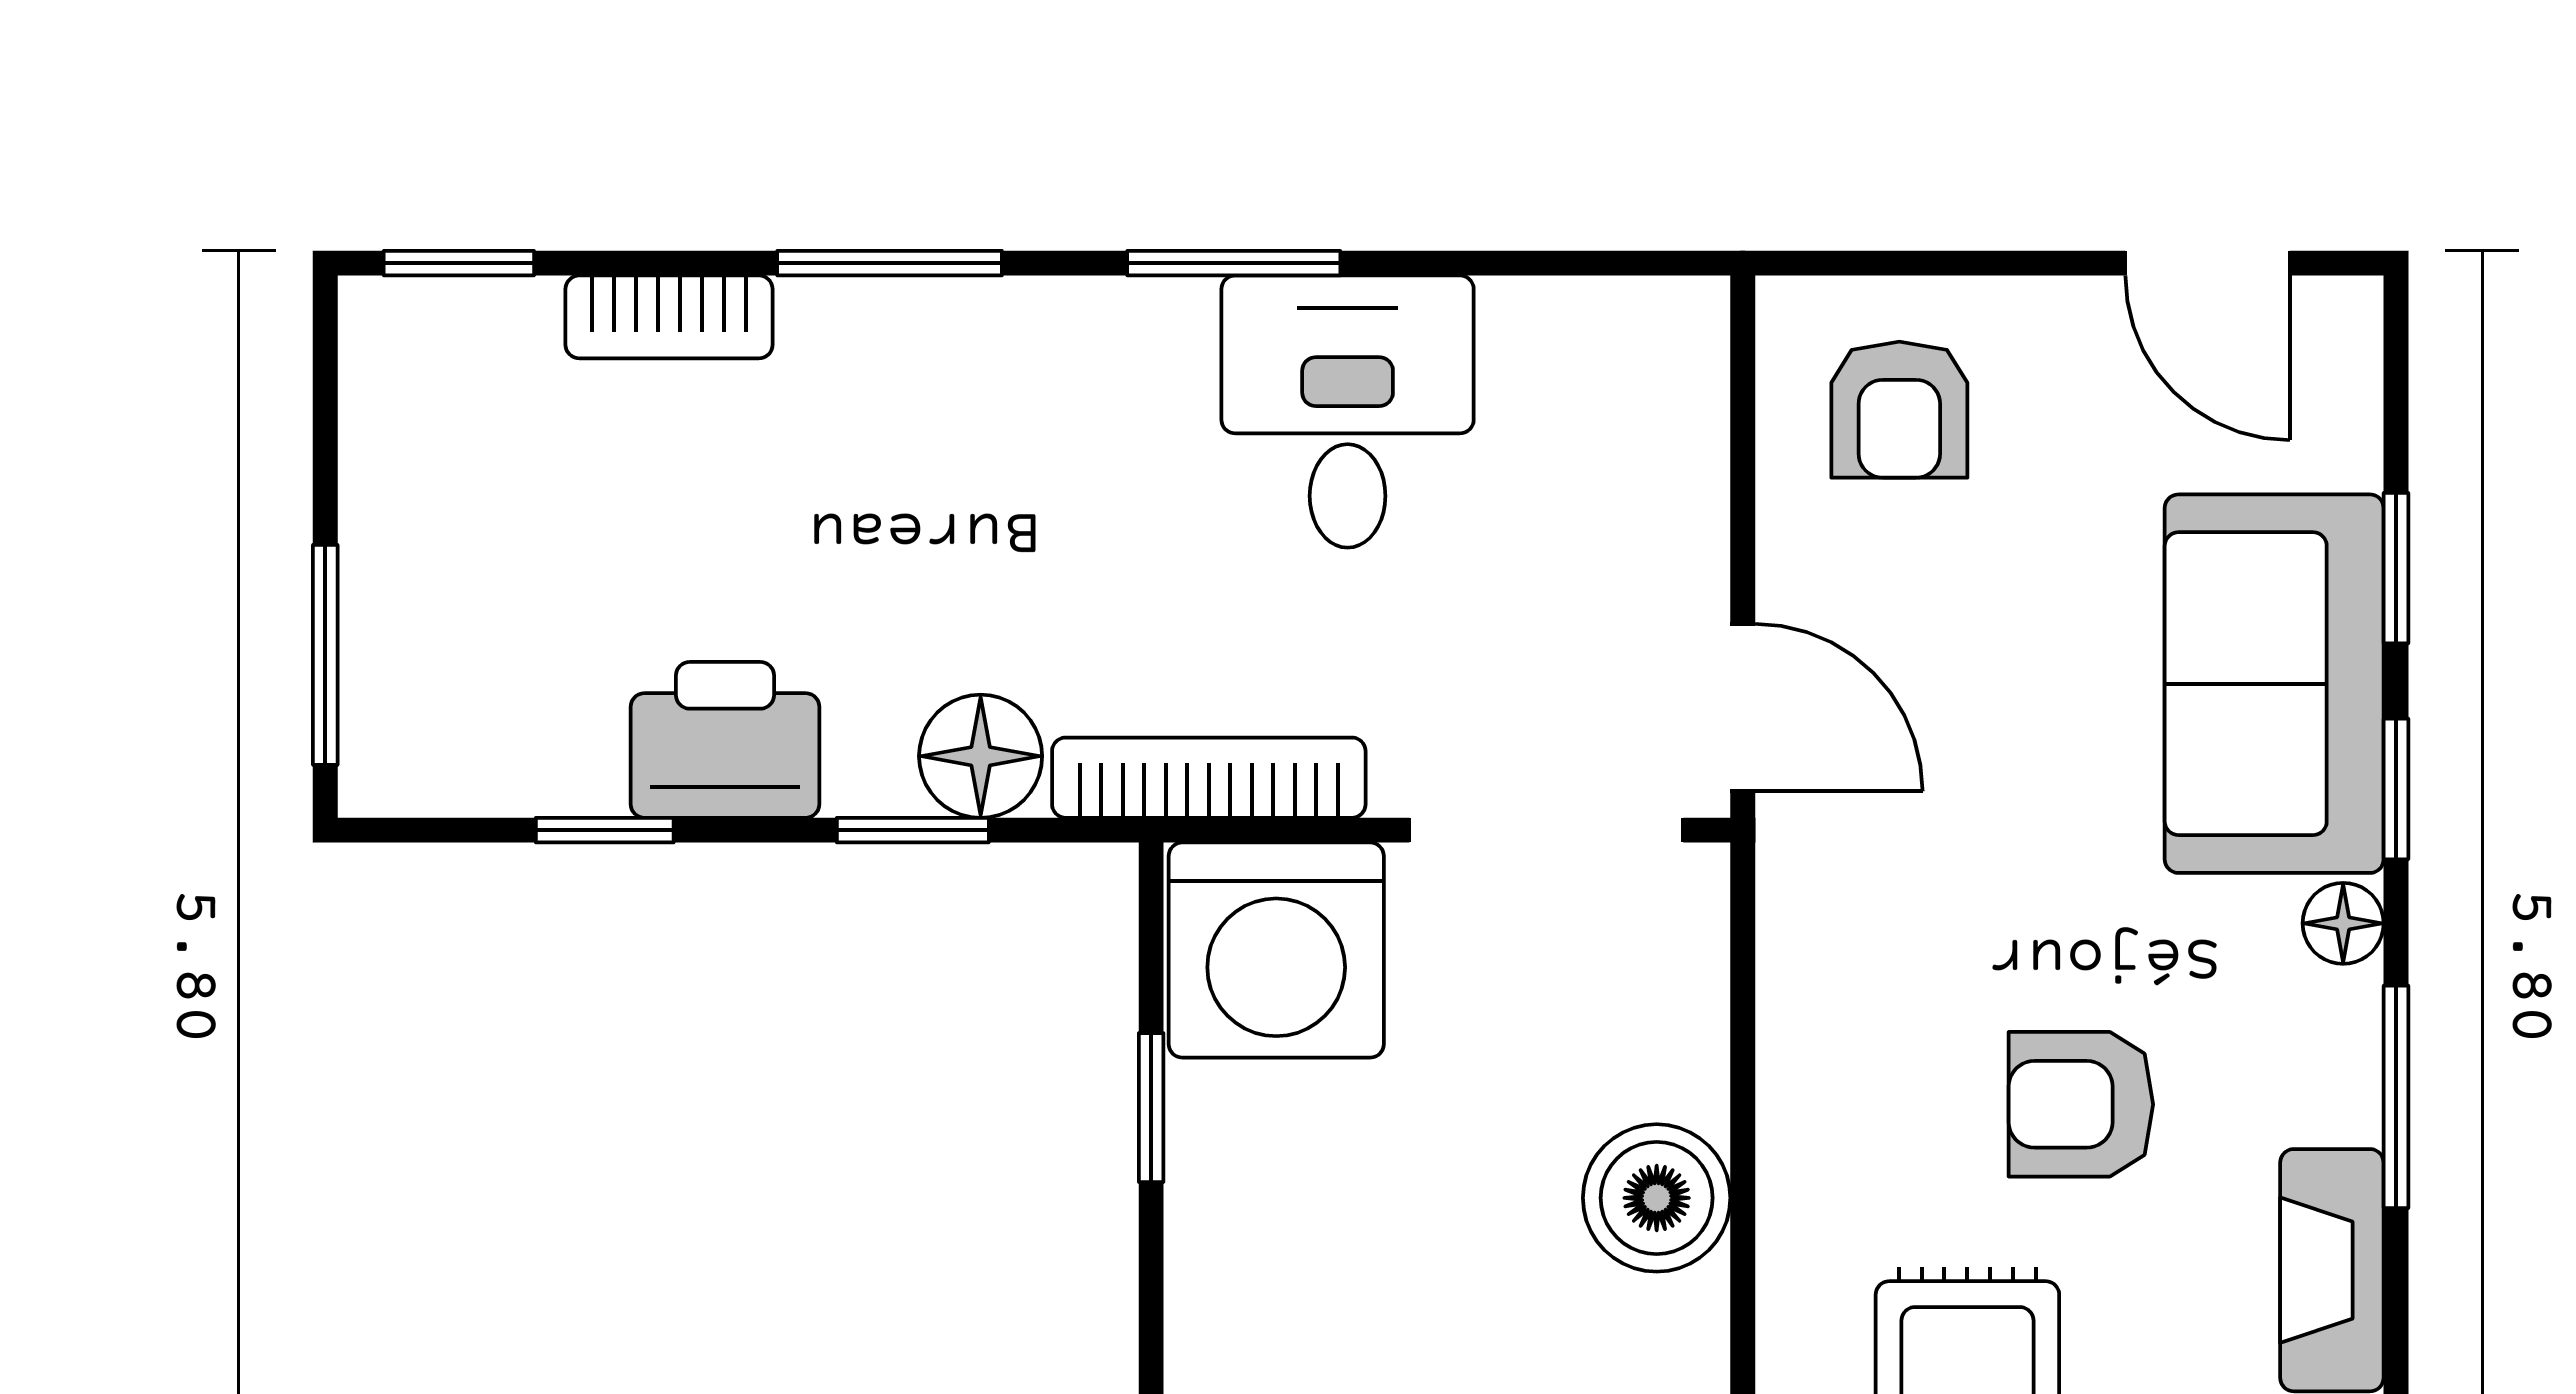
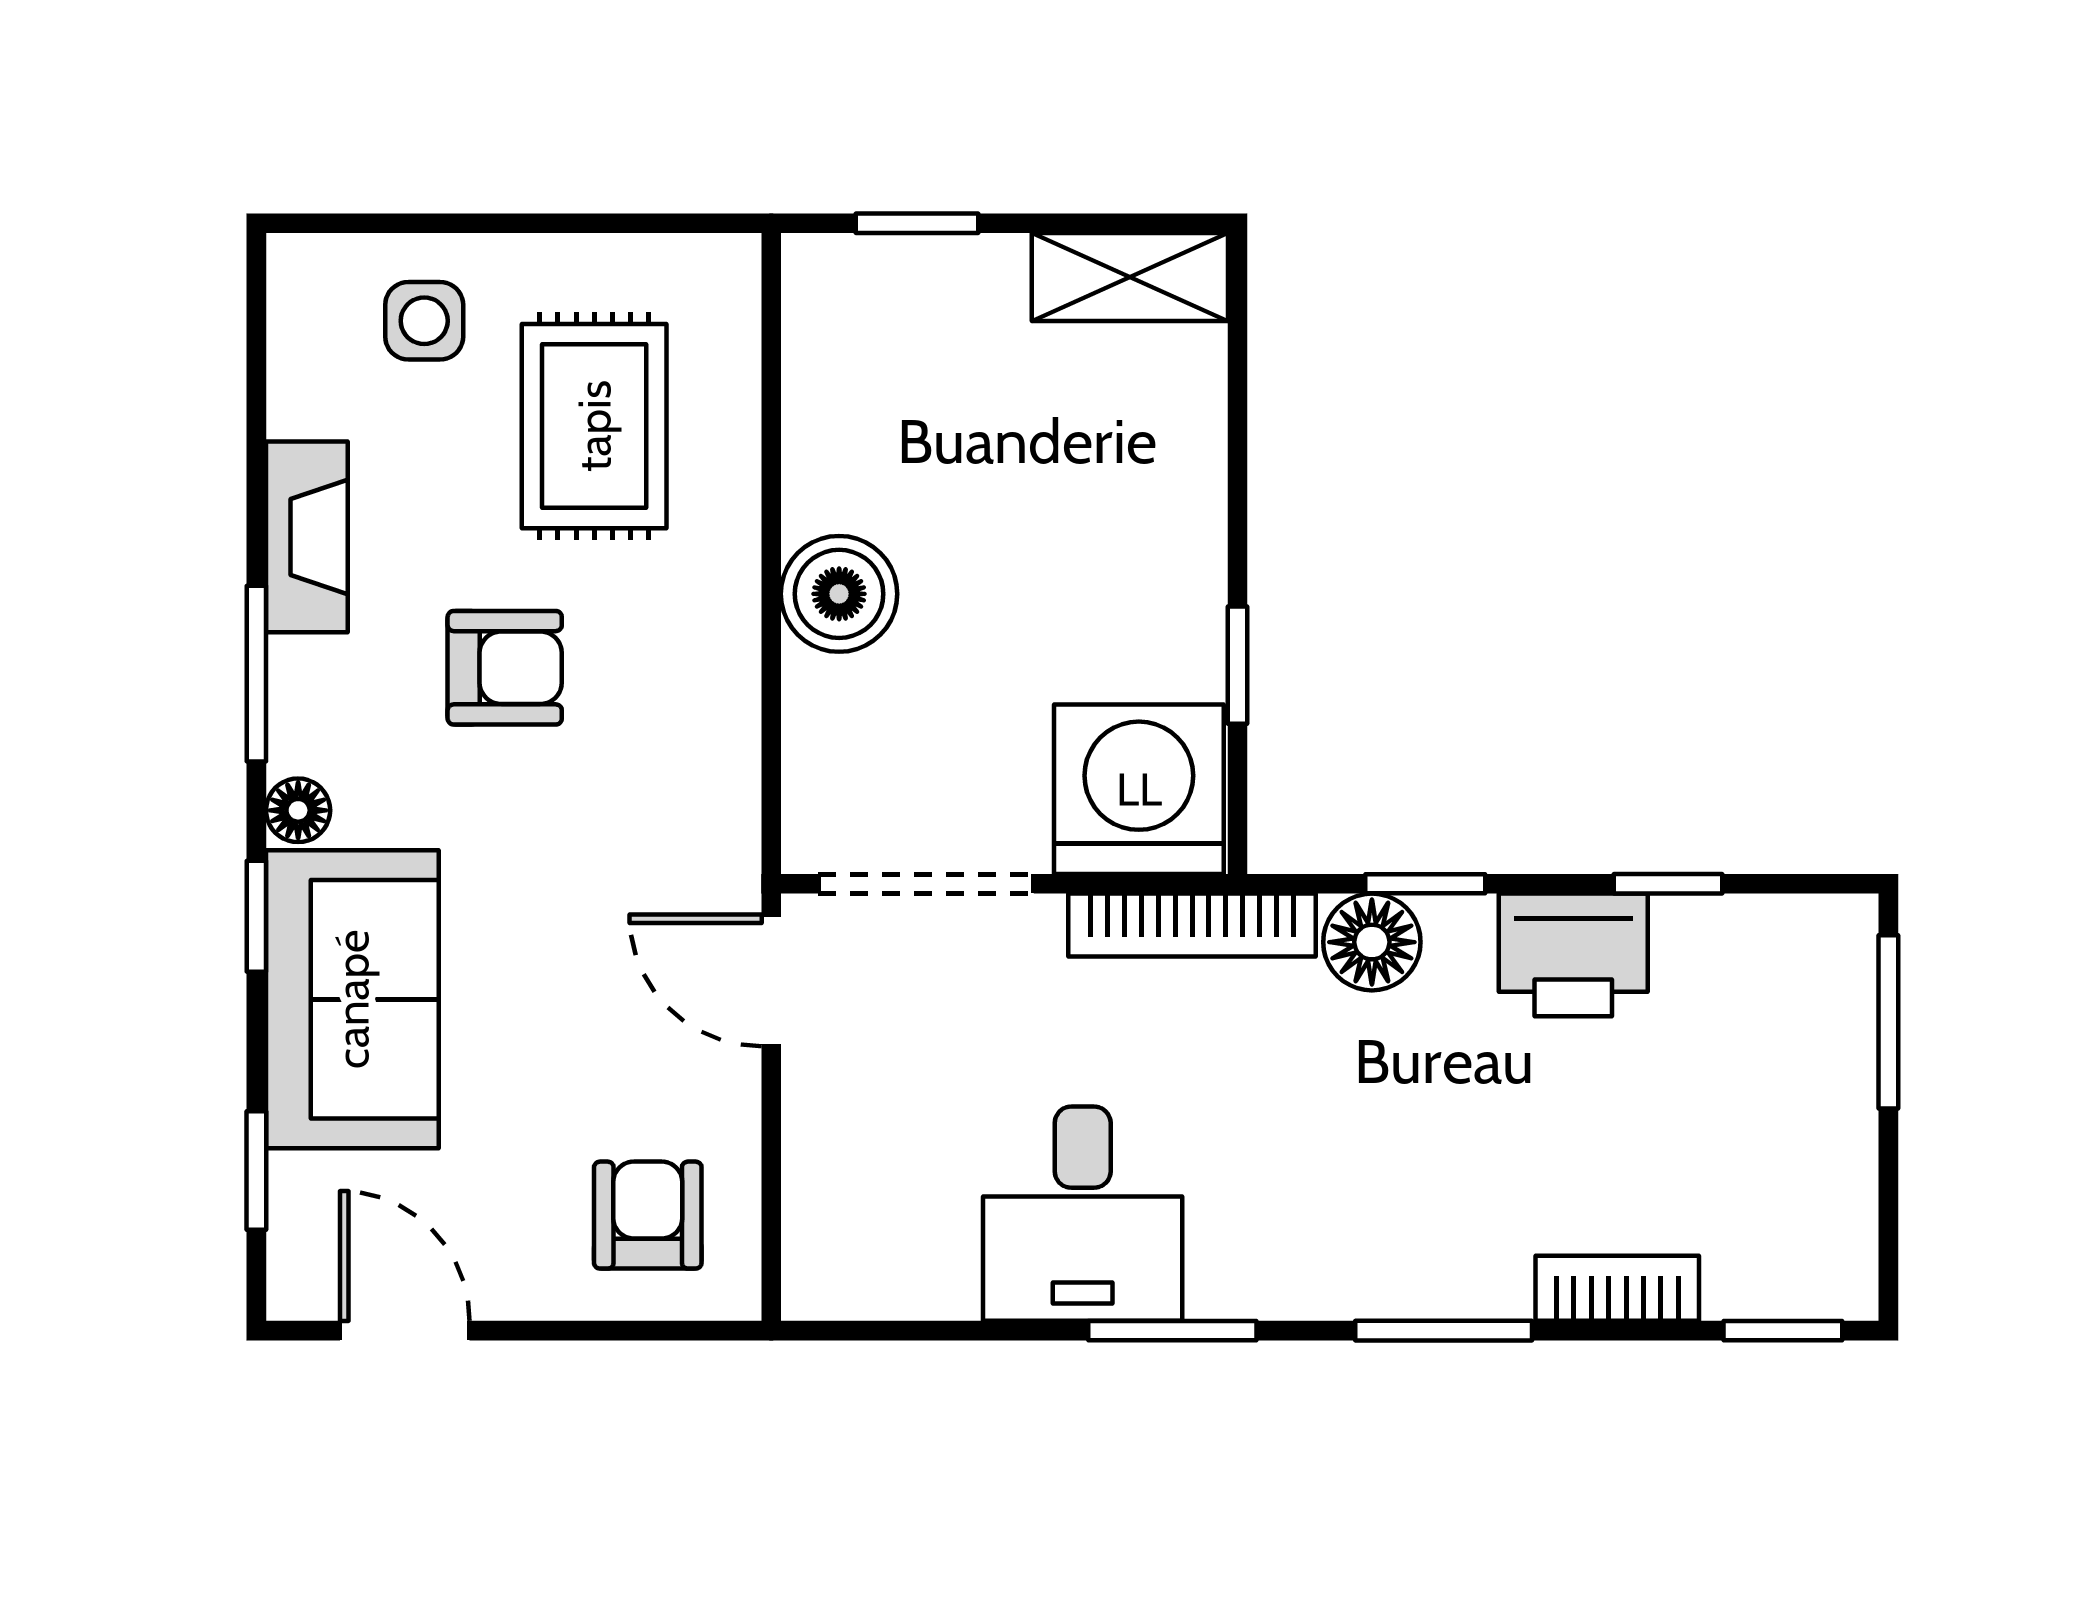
window: (2396, 568) -> (256, 1170), moved

